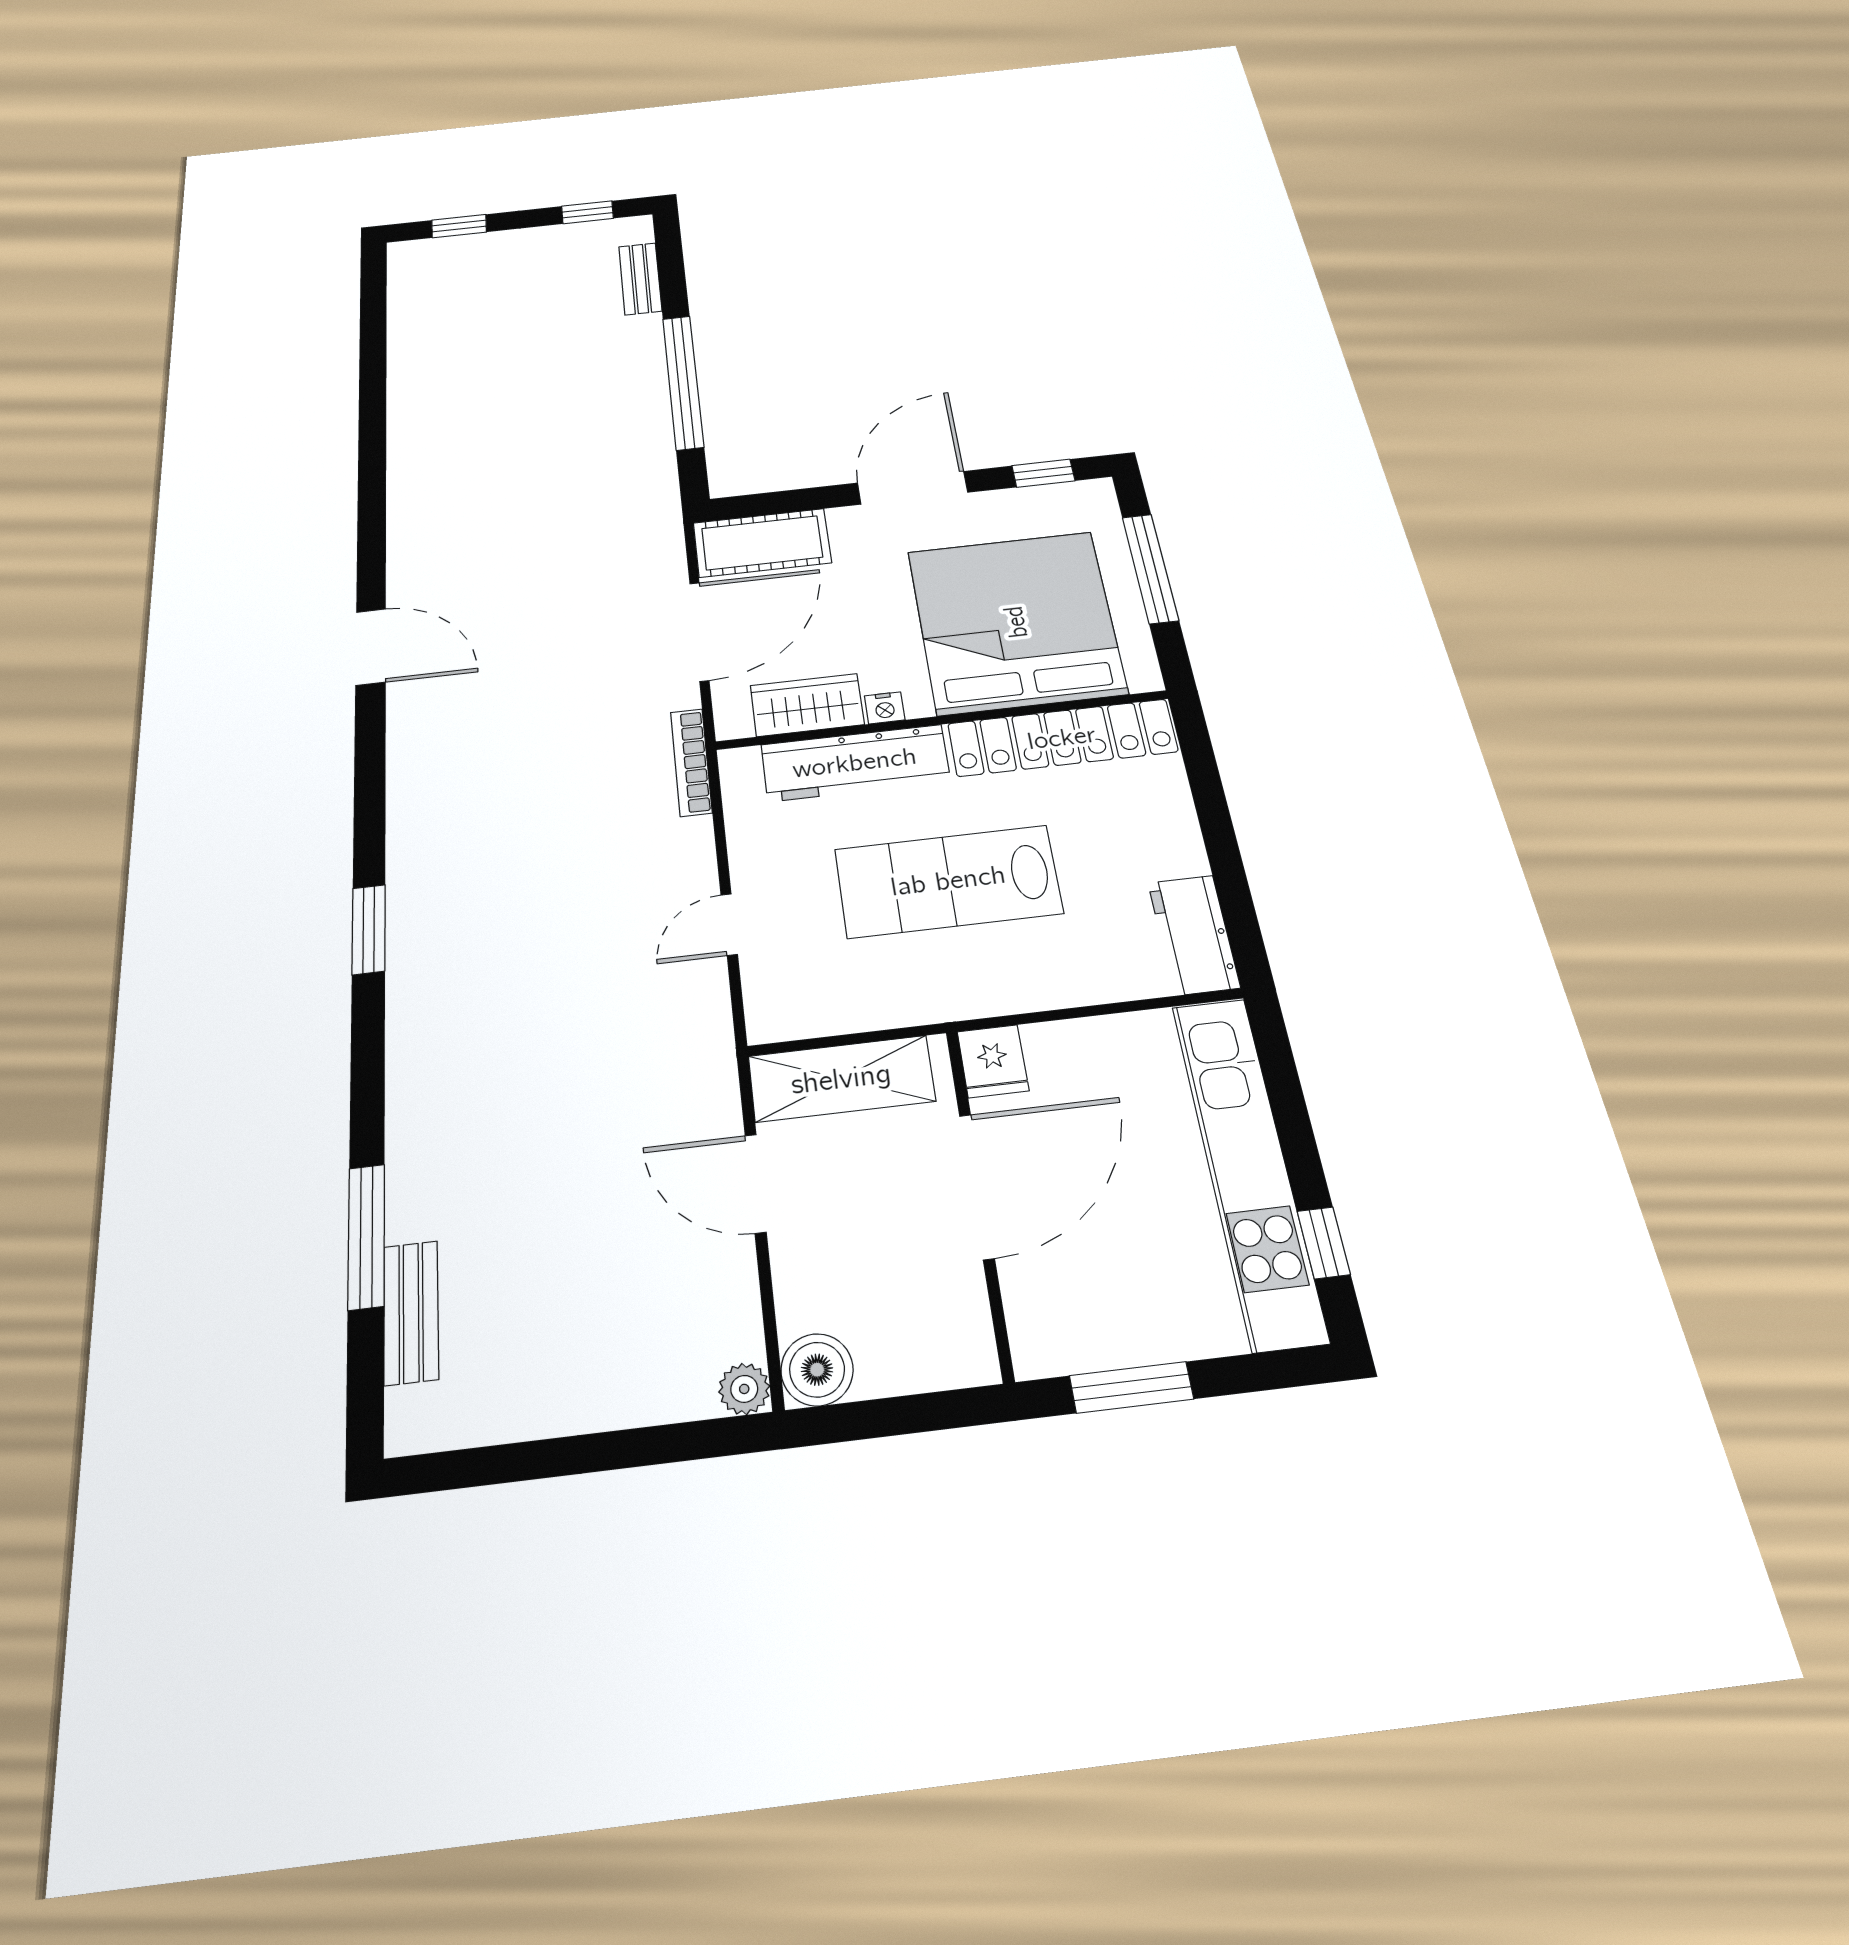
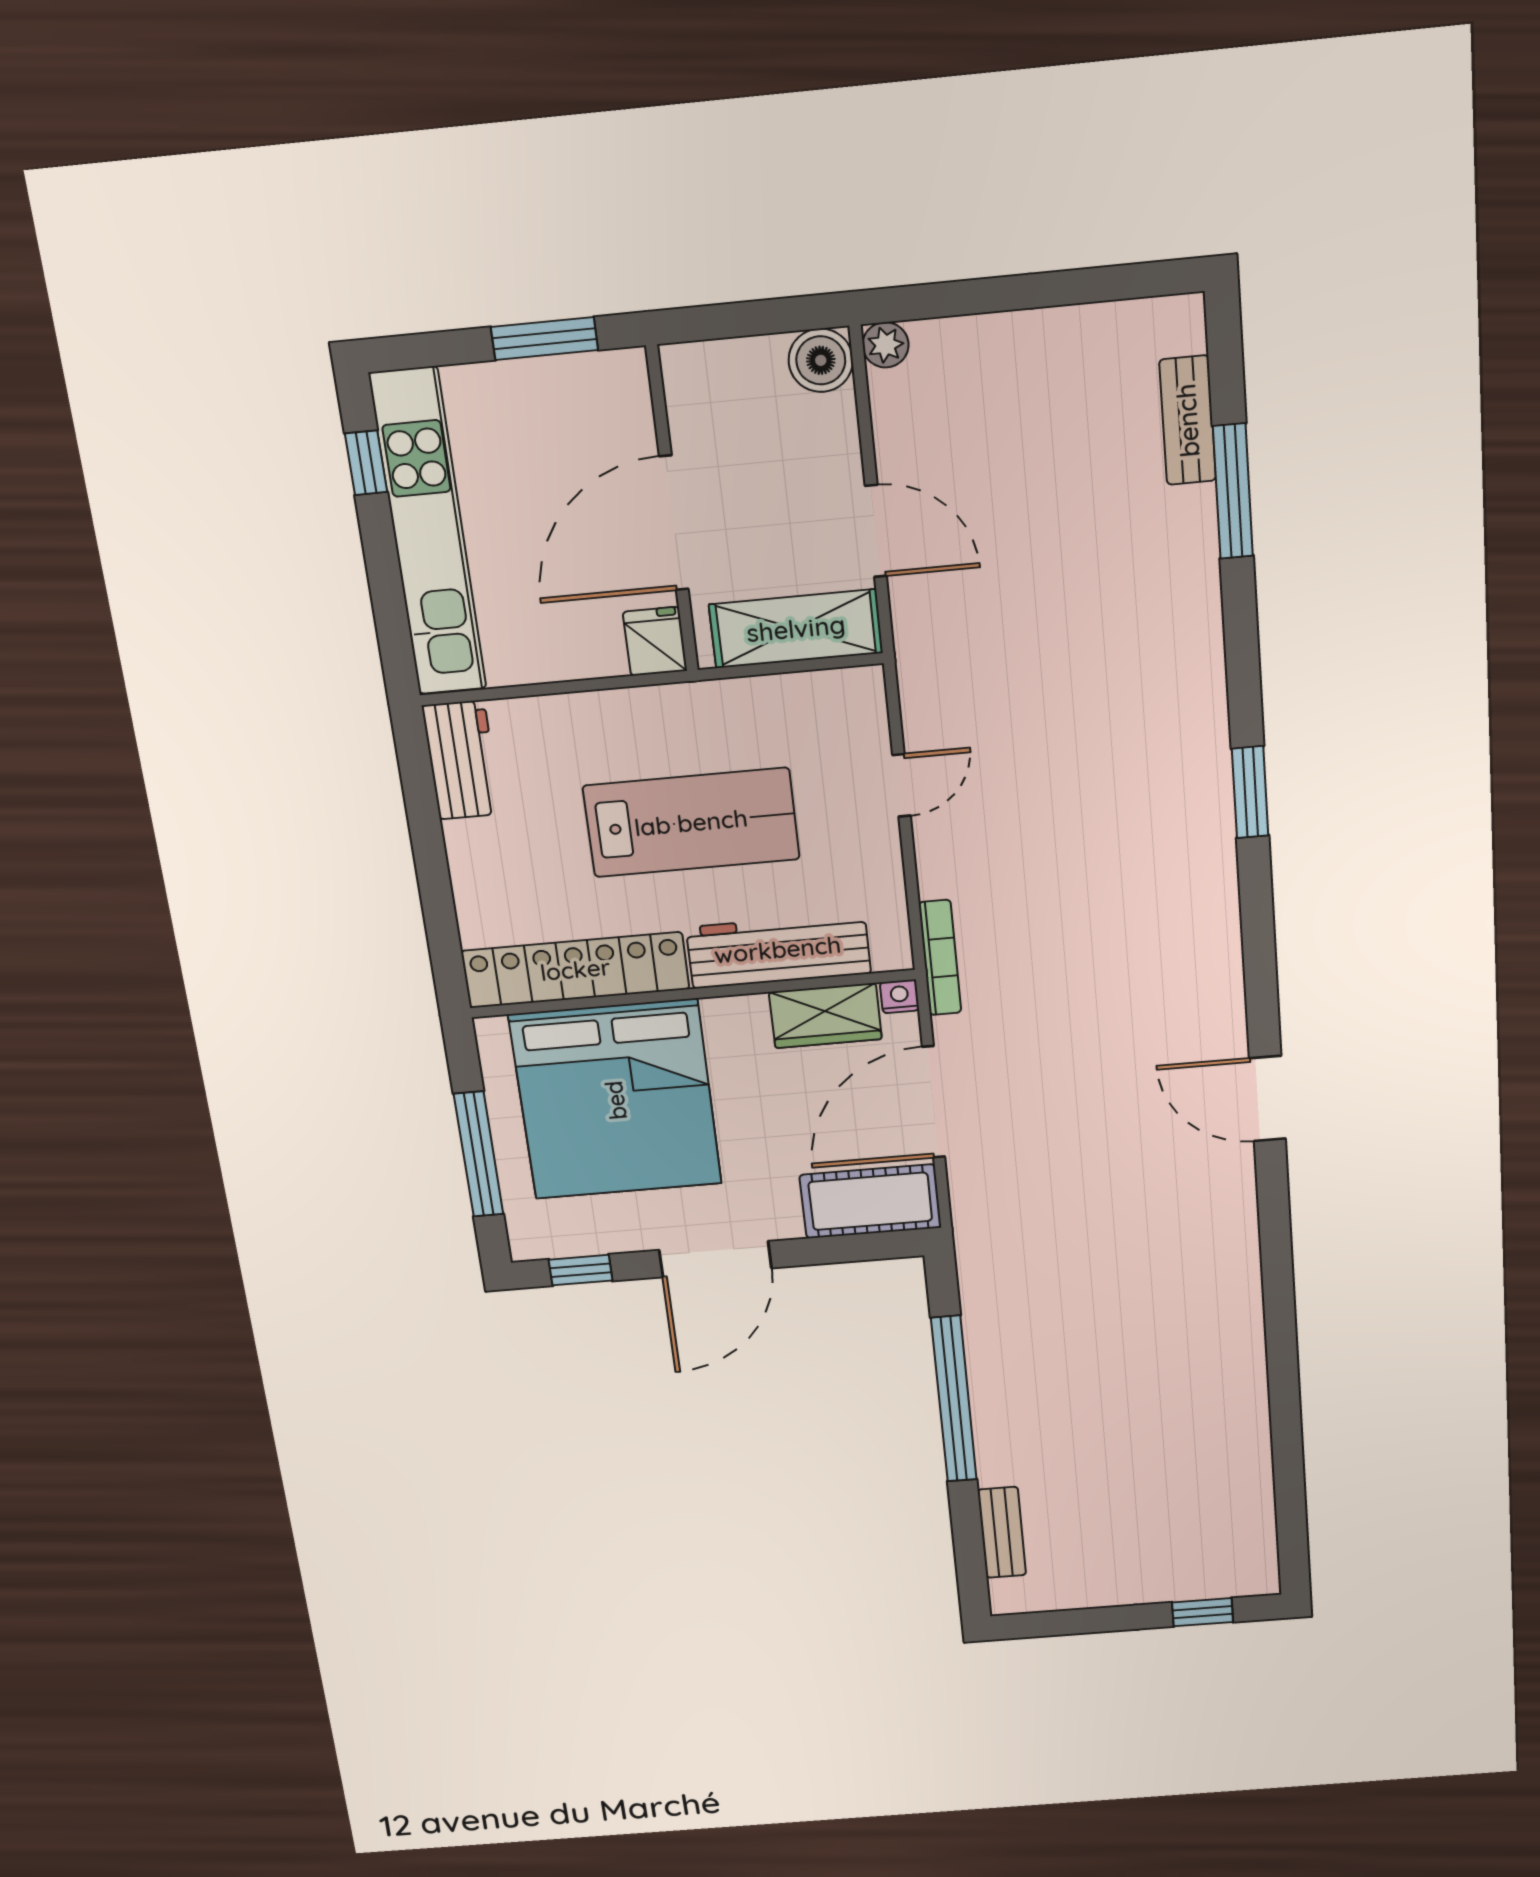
window: (587, 212) -> (1062, 1623), removed
nightstand: (885, 708) -> (899, 996), moved

